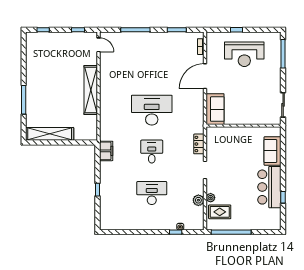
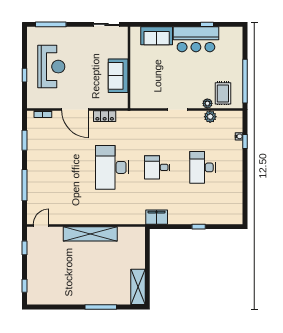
sofa: (215, 109) -> (118, 76), moved, turned -90
shelving: (50, 134) -> (138, 287), width x0.68
locker: (199, 144) -> (105, 116), moved

